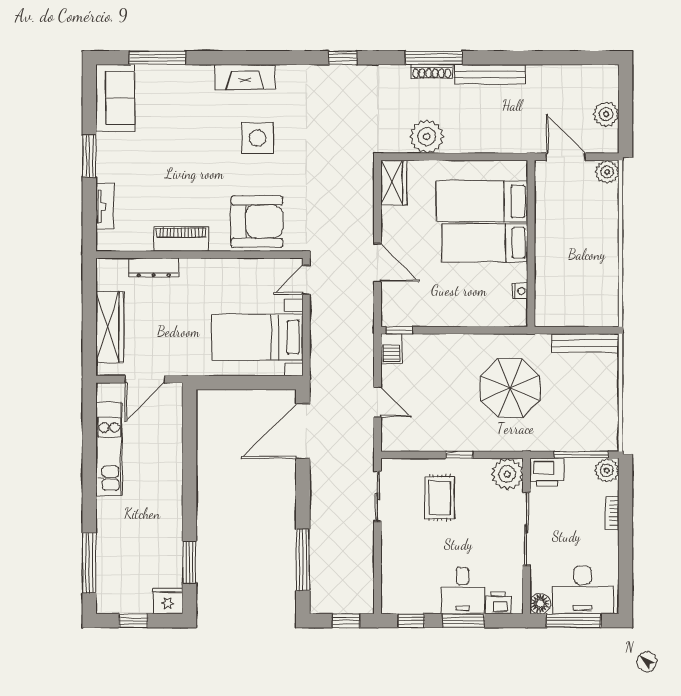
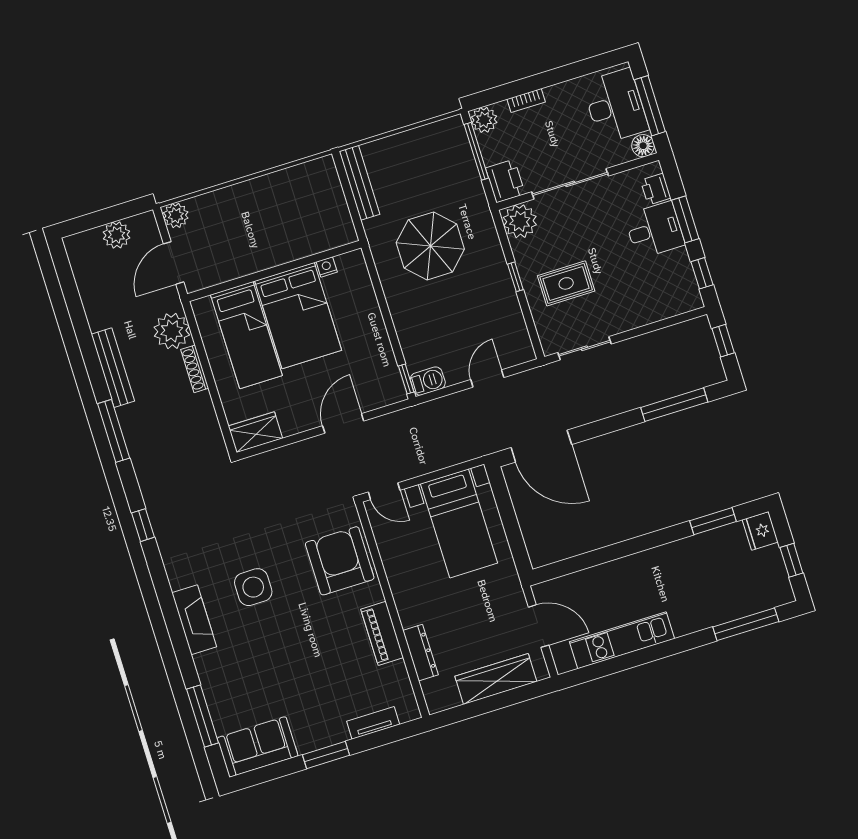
shoe rack: (432, 72) -> (195, 369), moved, turned 180
plant: (427, 136) -> (172, 331), moved
bed: (485, 243) -> (298, 316), width x1.50

